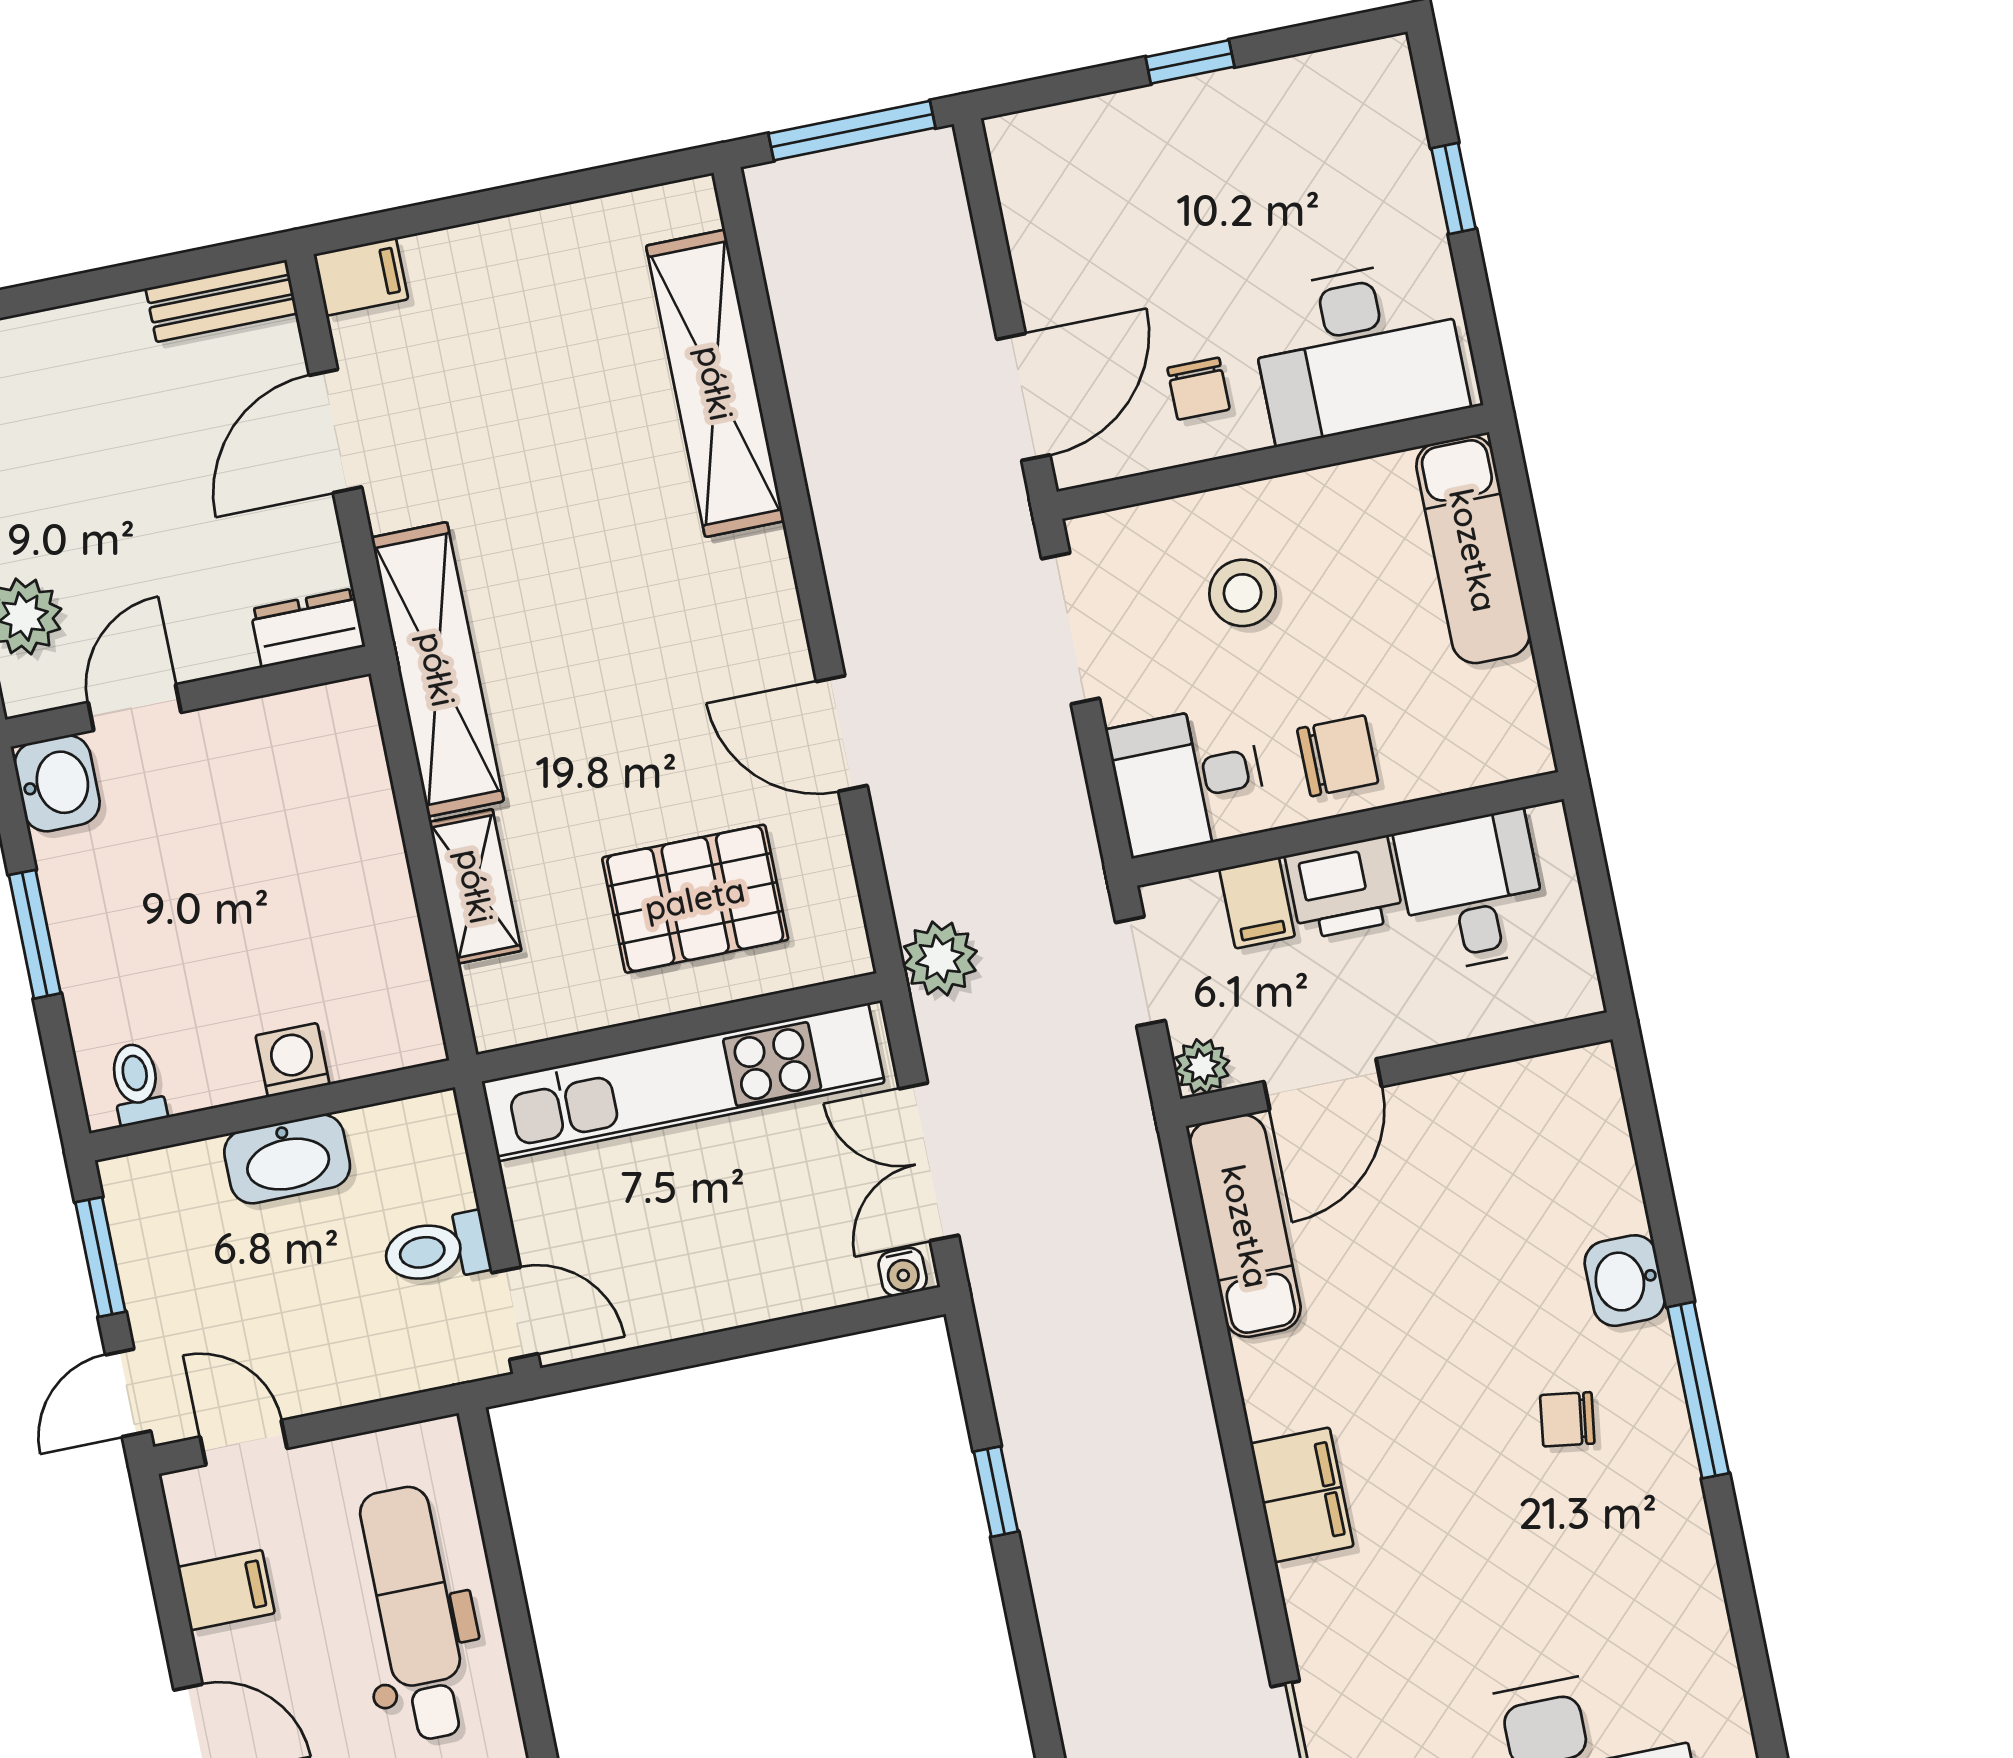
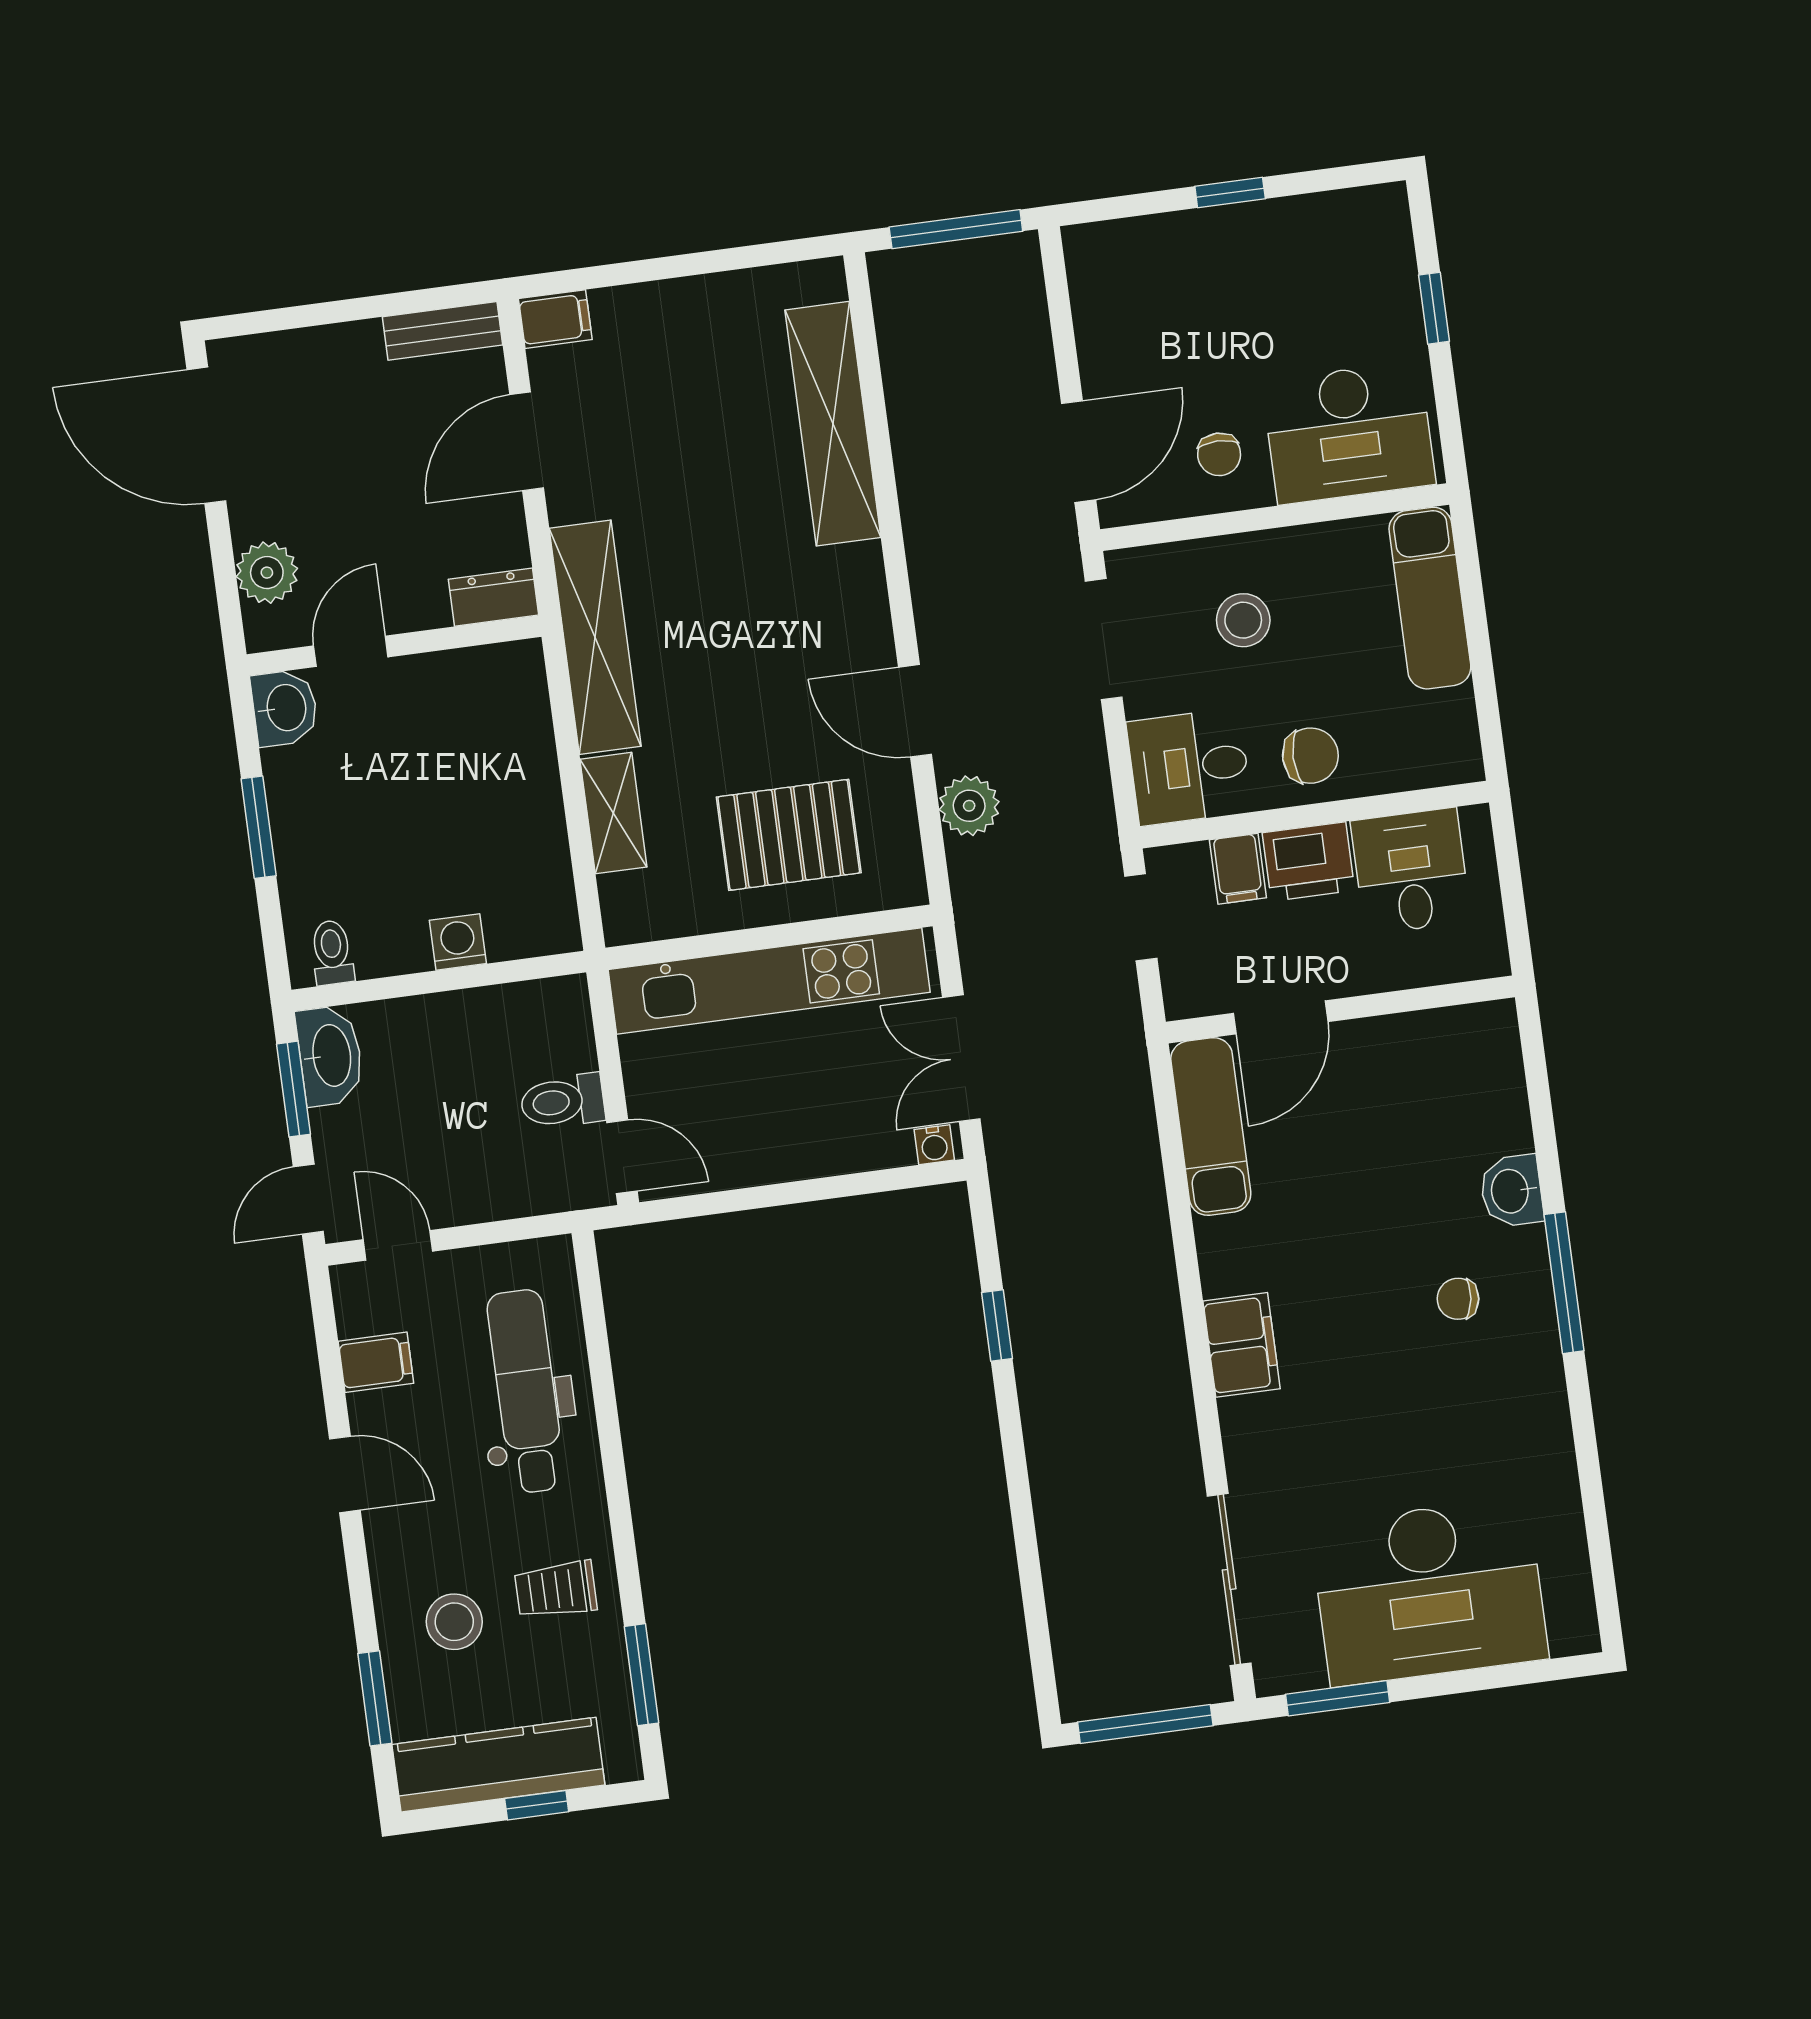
plant: (940, 959) -> (969, 806), moved
plant: (1202, 1066) -> (1185, 997), removed
washbasin: (287, 1159) -> (330, 1056), moved, turned -90

